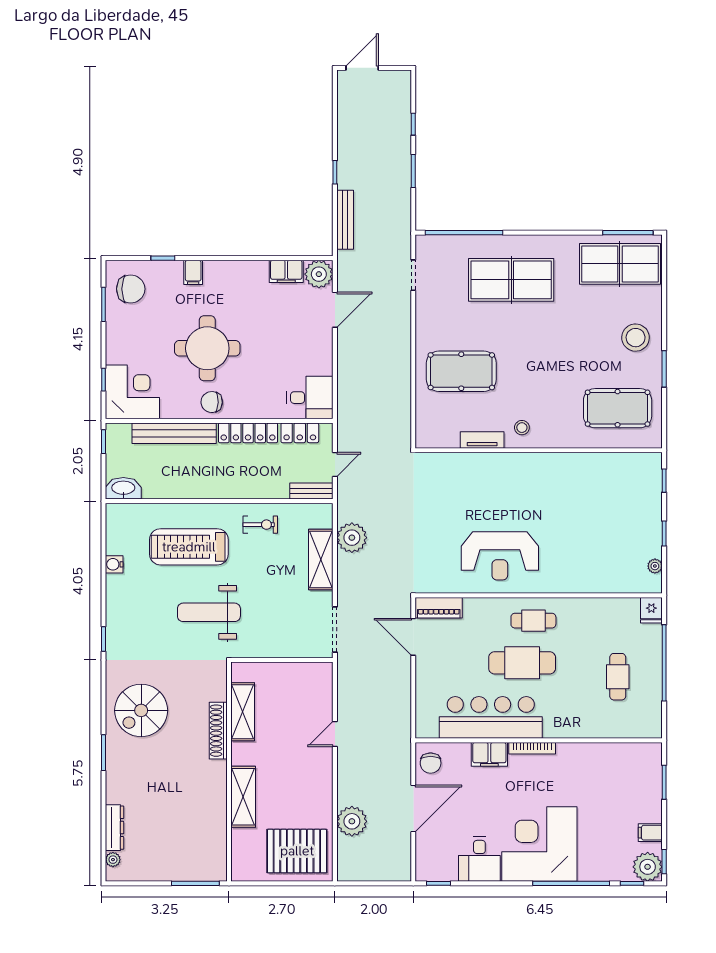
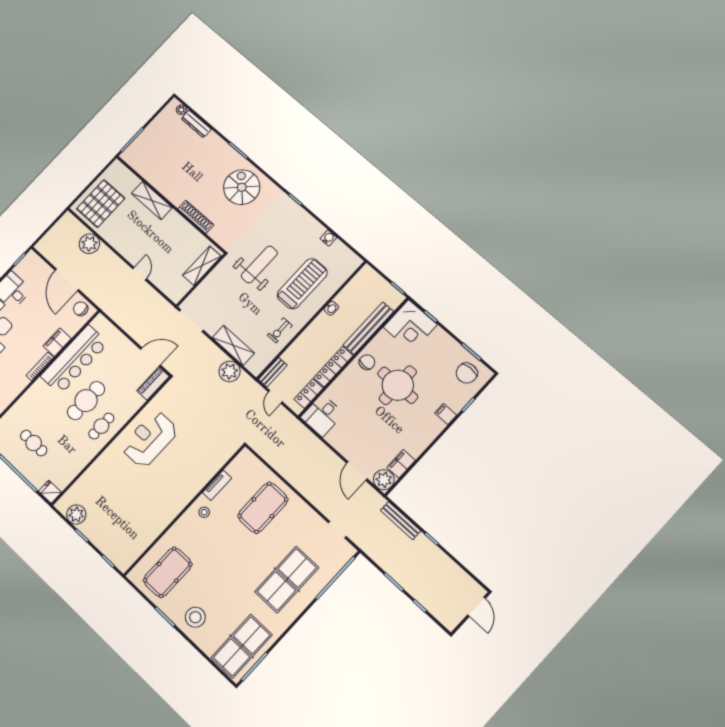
washbasin: (123, 488) -> (331, 308), moved, width x0.52, depth x0.69
plant: (655, 566) -> (76, 514), width x1.88, depth x1.88
shelving: (243, 712) -> (202, 266), moved, turned 90

